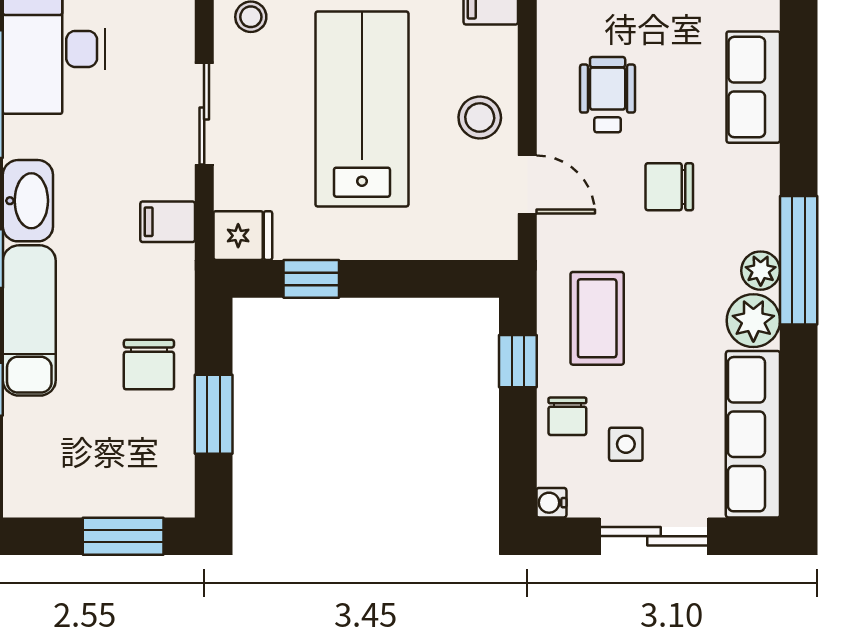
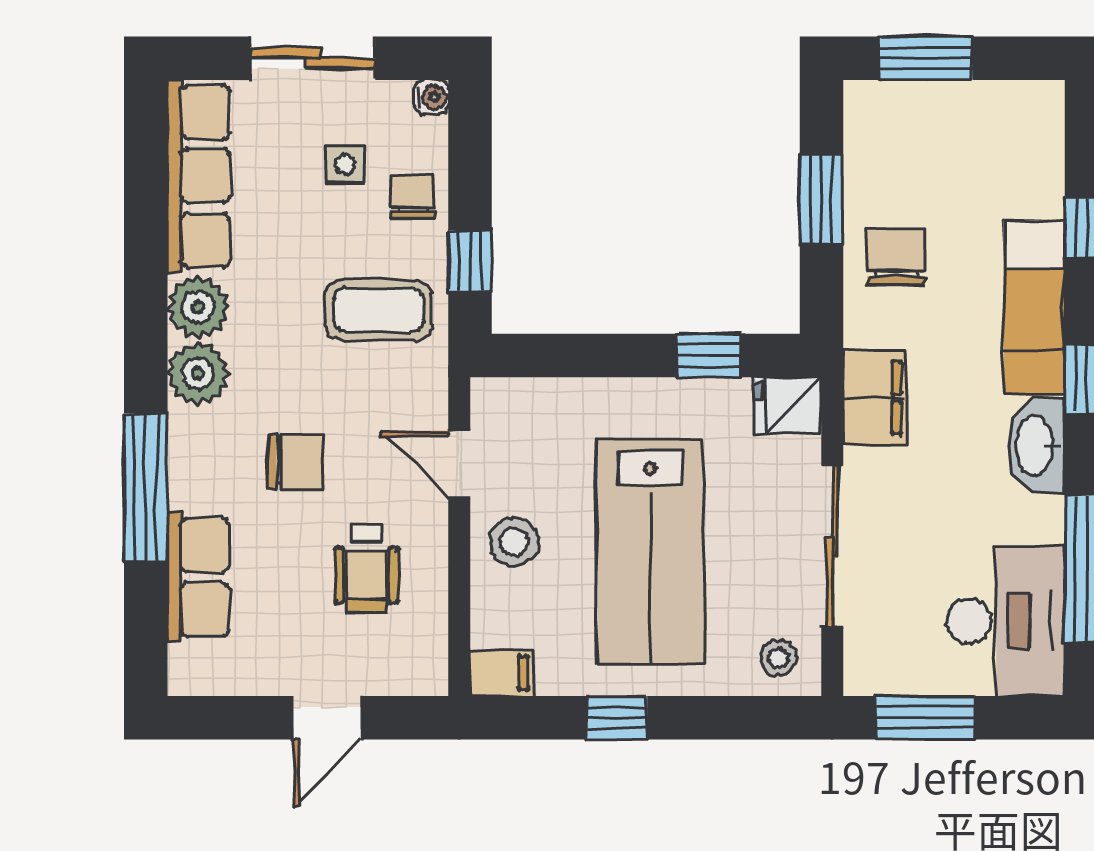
sliding door: (204, 114) -> (832, 546), width x1.37
filing cabinet: (168, 222) -> (875, 398), width x2.00
window: (799, 260) -> (146, 488), moved
plant: (761, 271) -> (198, 373), width x1.38, depth x1.38
coffee table: (597, 318) -> (378, 310), turned 90

